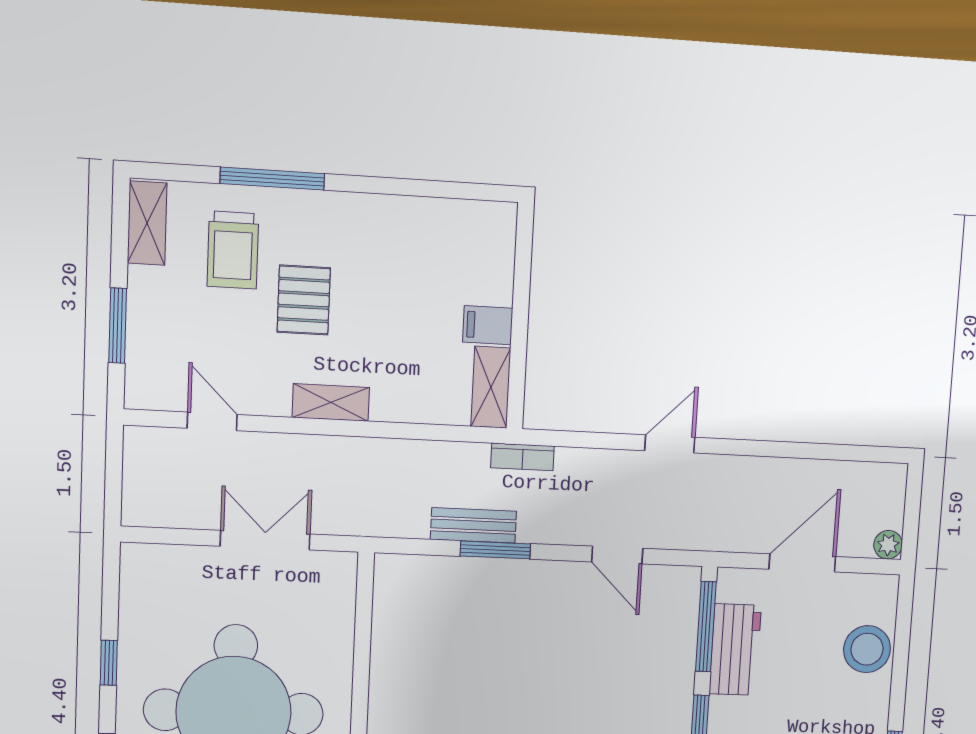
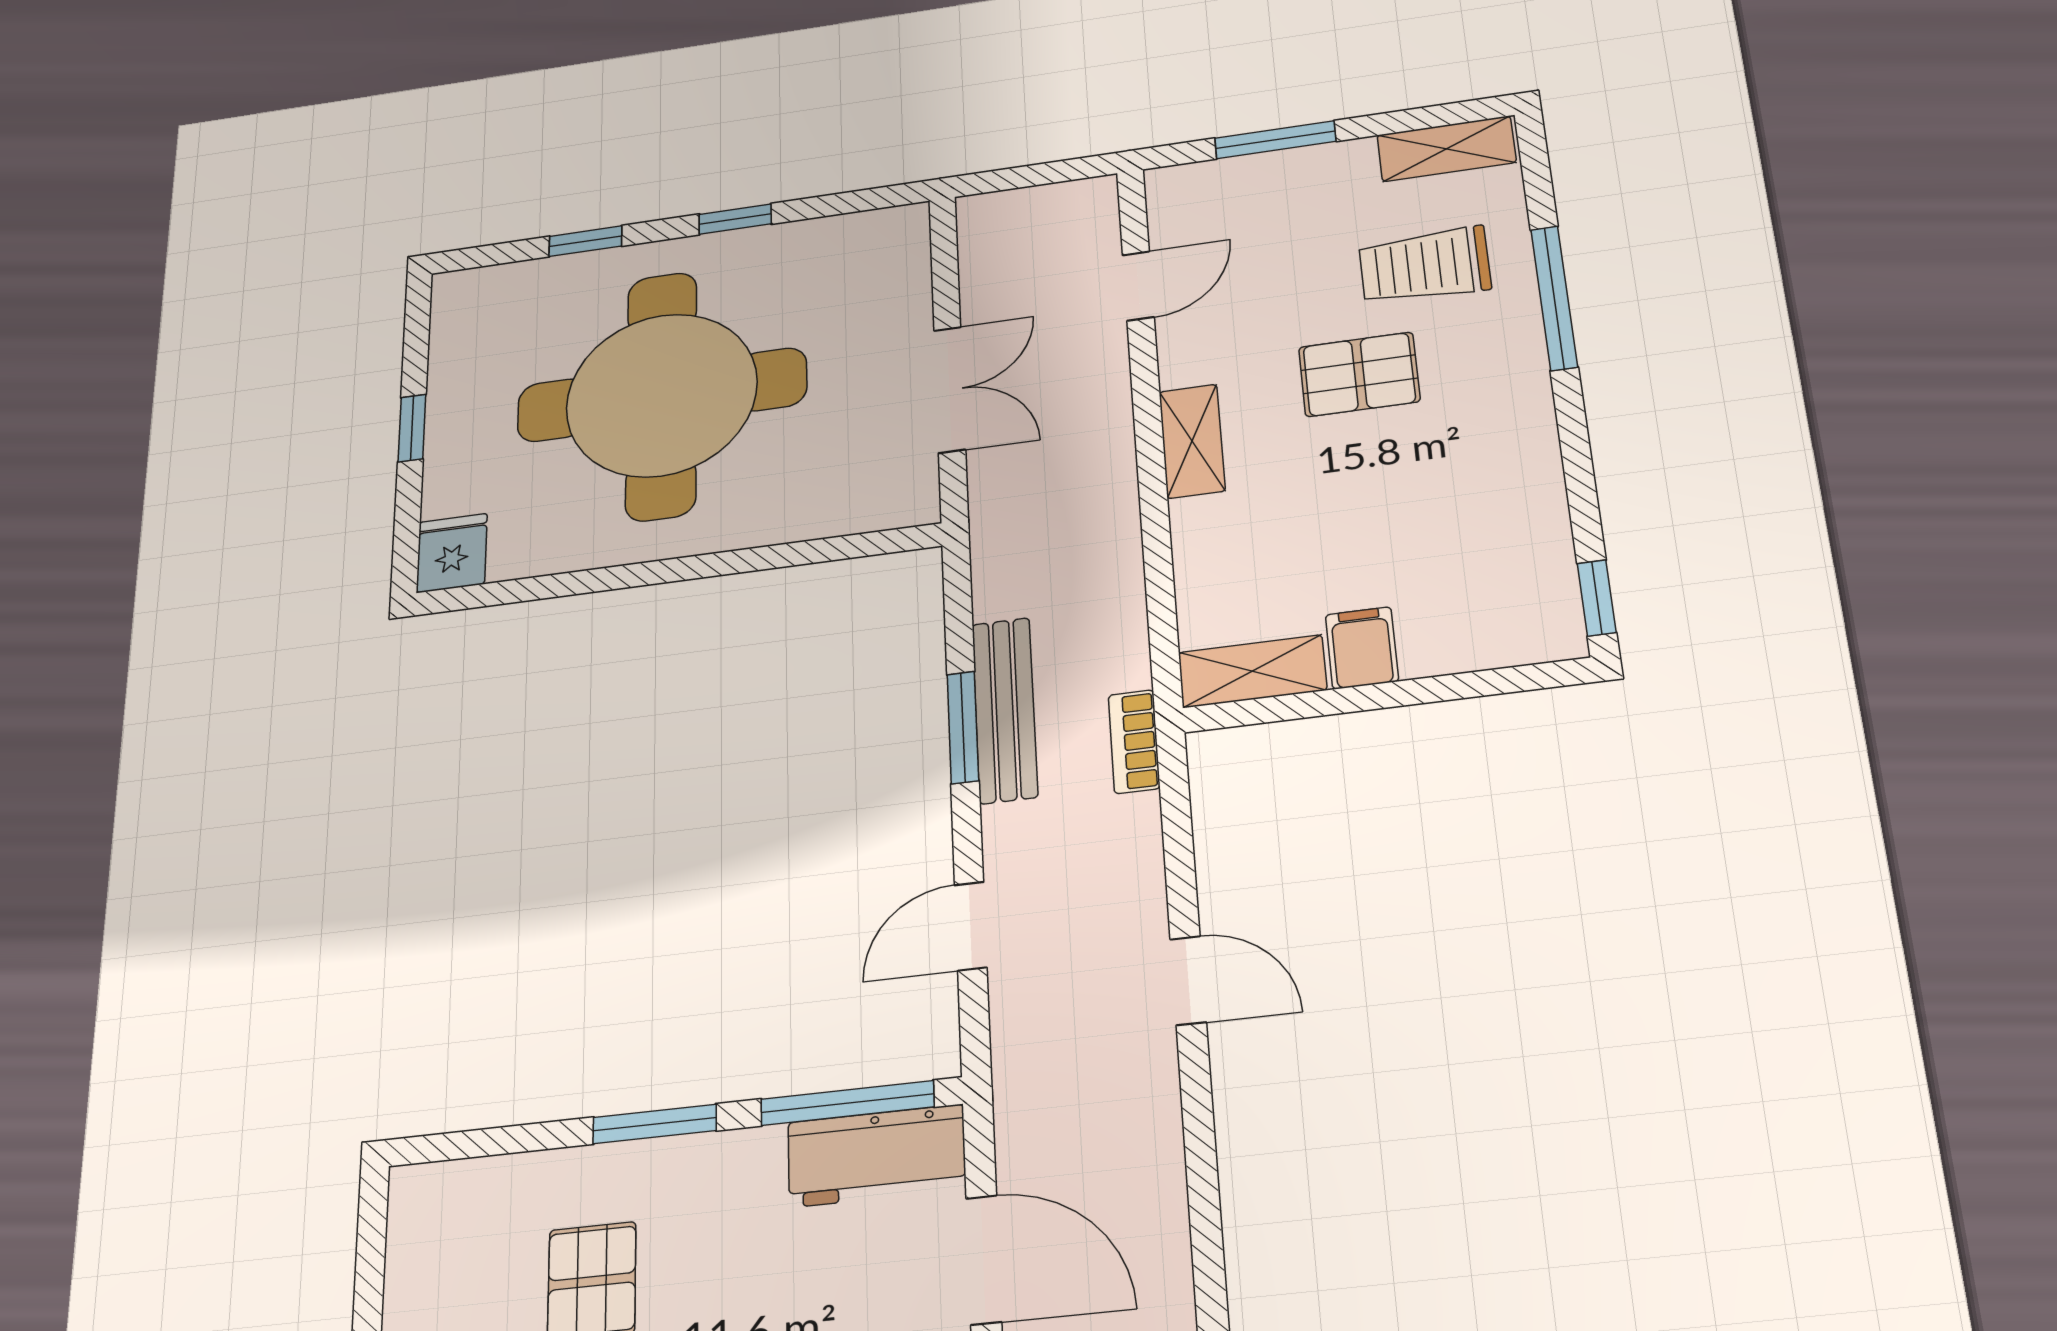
window: (481, 192) -> (1597, 598), added
bench: (473, 525) -> (1005, 710), width x1.36
workbench: (735, 650) -> (877, 1156), moved

